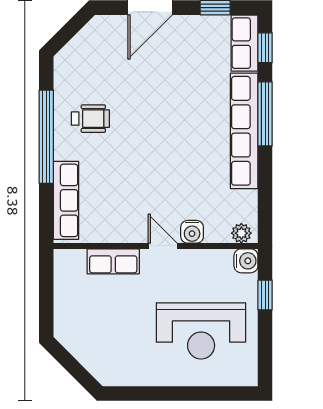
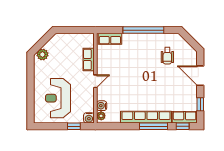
wheelchair: (90, 119) -> (167, 56), moved
row of seats: (66, 200) -> (110, 39), width x0.68
water cooler: (192, 232) -> (102, 106), moved
plant: (102, 367) -> (42, 54), added

